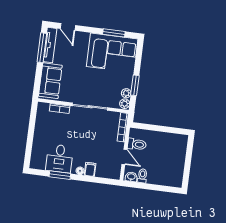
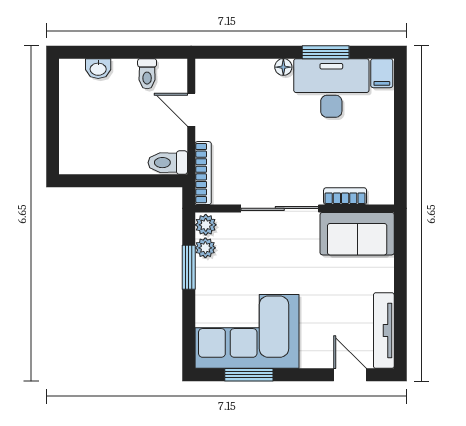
window: (42, 48) -> (400, 323), removed
sofa: (50, 81) -> (357, 234), moved, turned -90
toilet: (137, 144) -> (168, 163), moved
desk: (59, 158) -> (331, 88), width x1.37
filing cabinet: (90, 169) -> (382, 73), moved
washbasin: (131, 177) -> (98, 69), moved

